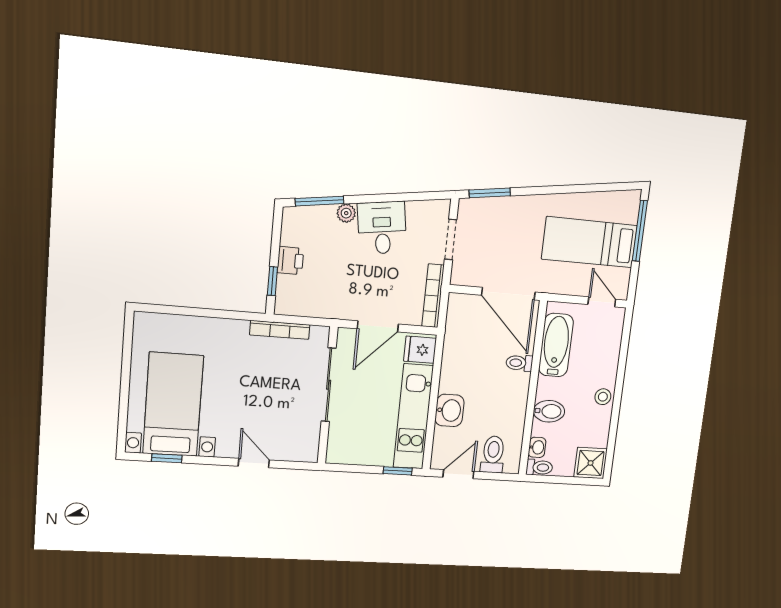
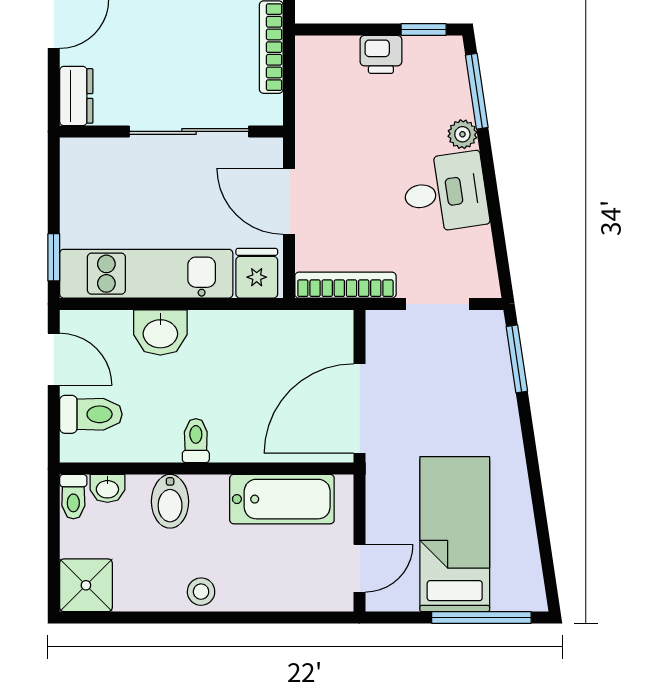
window: (272, 281) -> (424, 30), moved
toilet: (519, 363) -> (196, 441), moved
dresser: (300, 452) -> (76, 96), added

